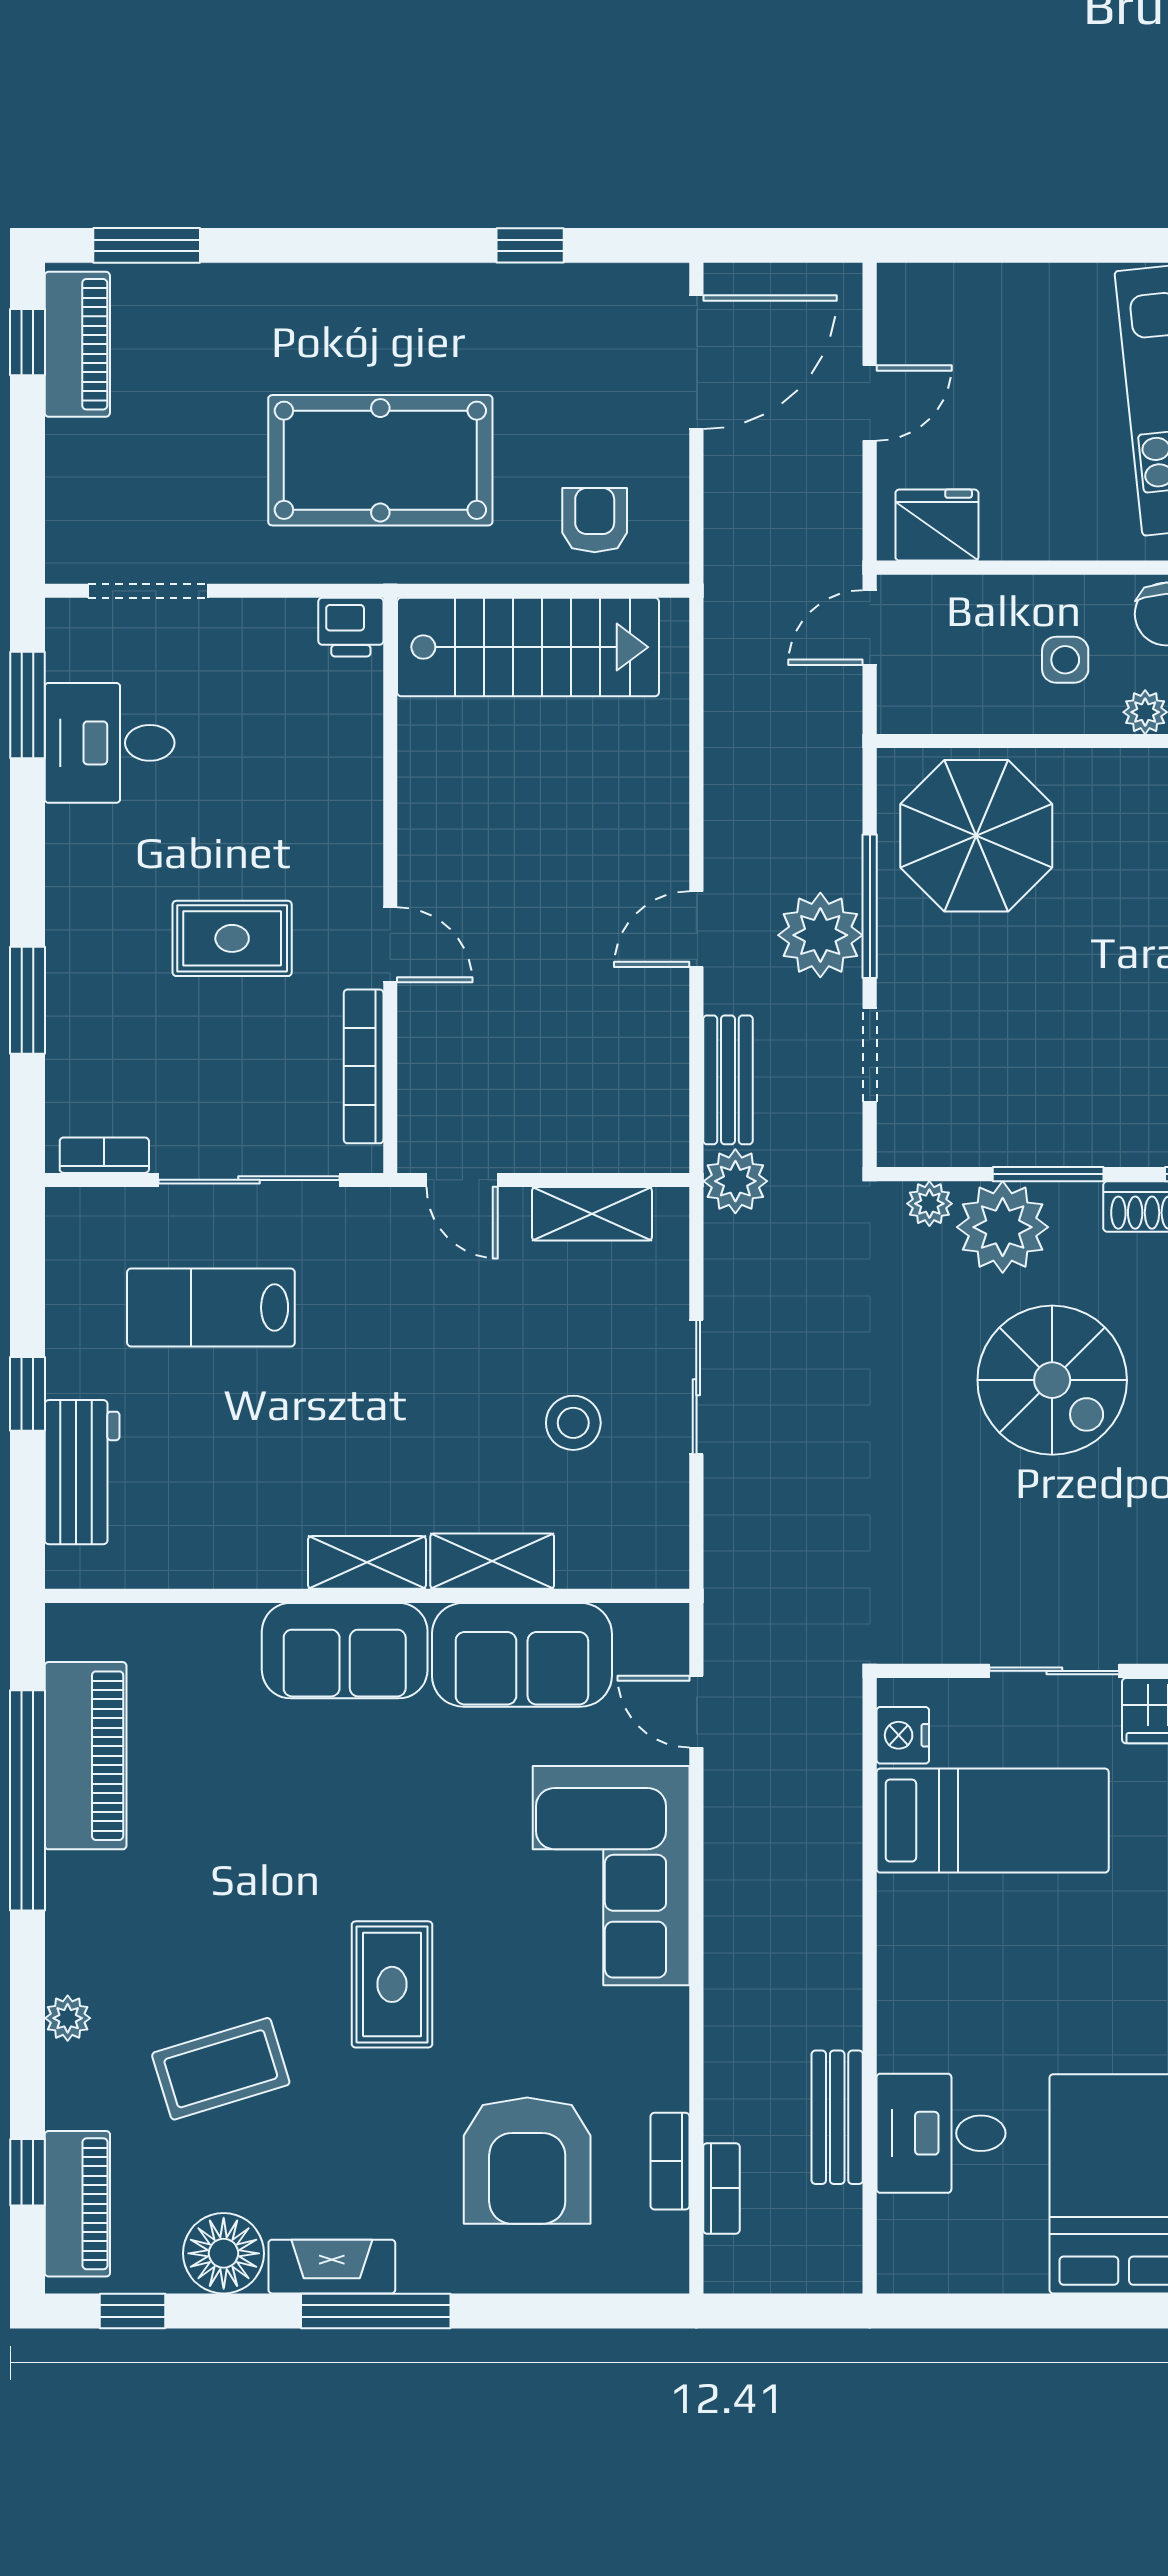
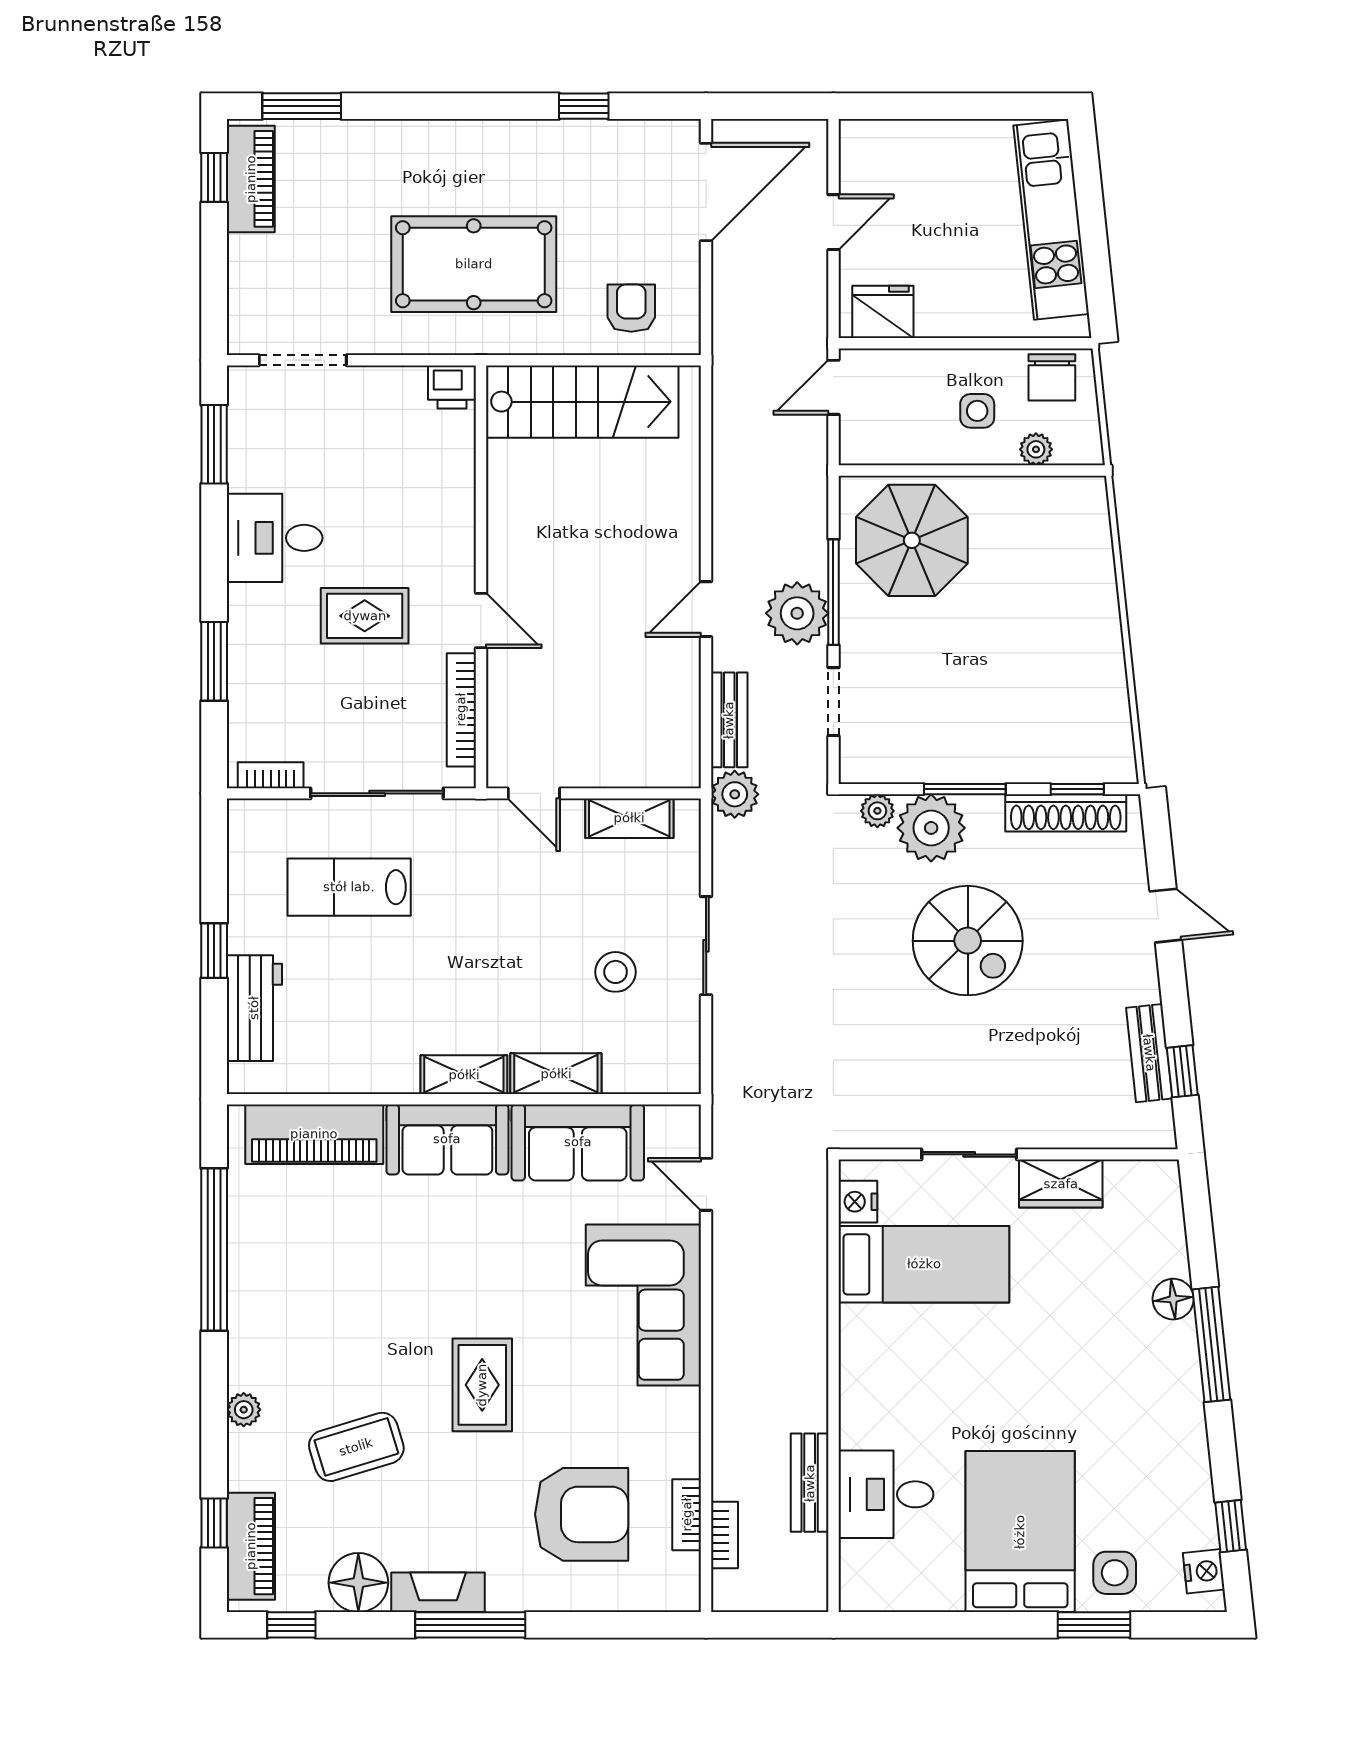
desk: (110, 743) -> (275, 538), moved
piano: (86, 1756) -> (314, 1134), moved, turned 90
armchair: (527, 2161) -> (582, 1514), turned -90

